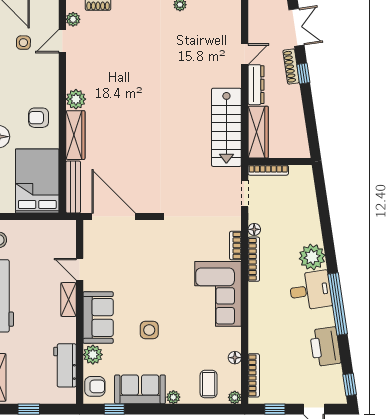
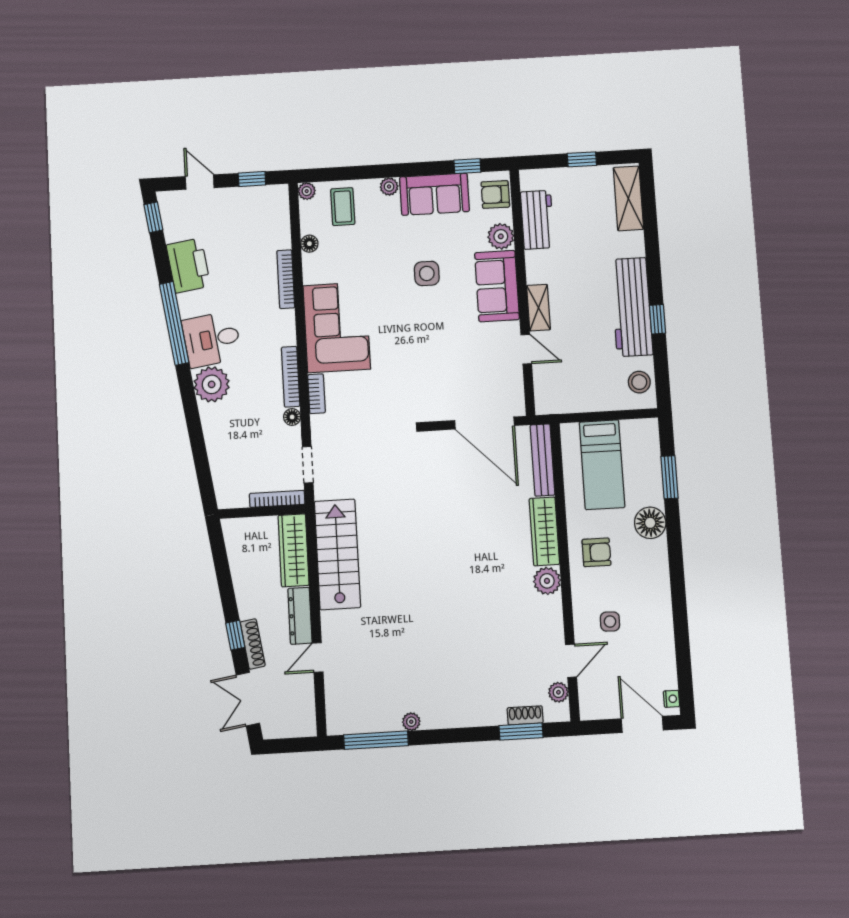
side table: (23, 43) -> (610, 622), moved
bed: (37, 181) -> (602, 465), width x0.67
bookcase: (254, 375) -> (286, 279), moved

